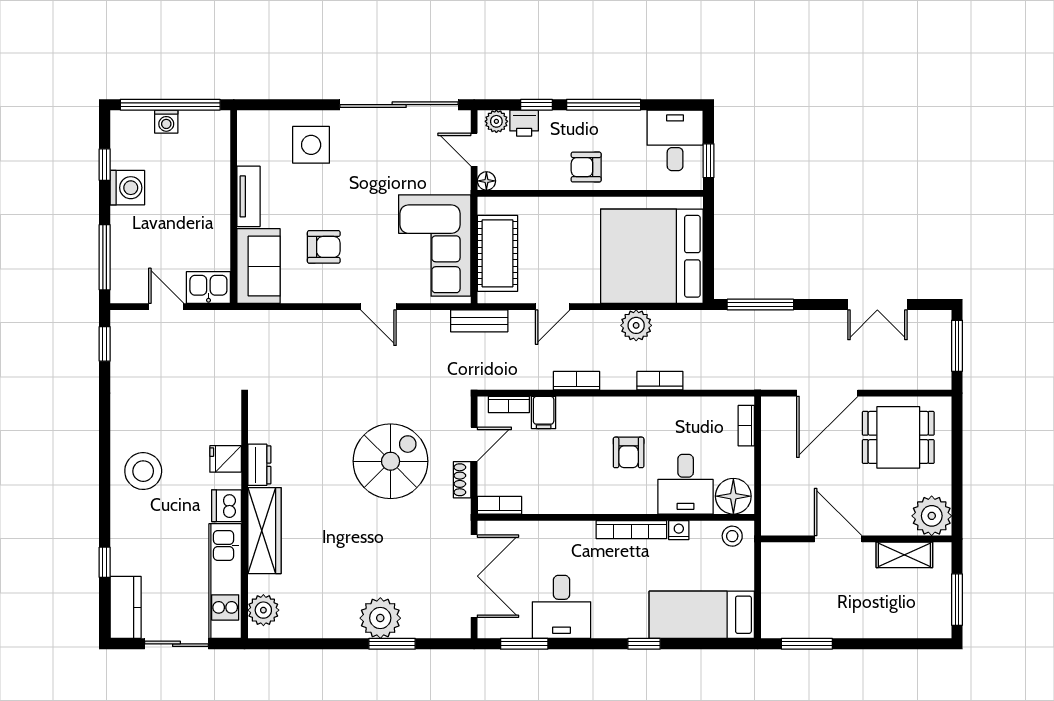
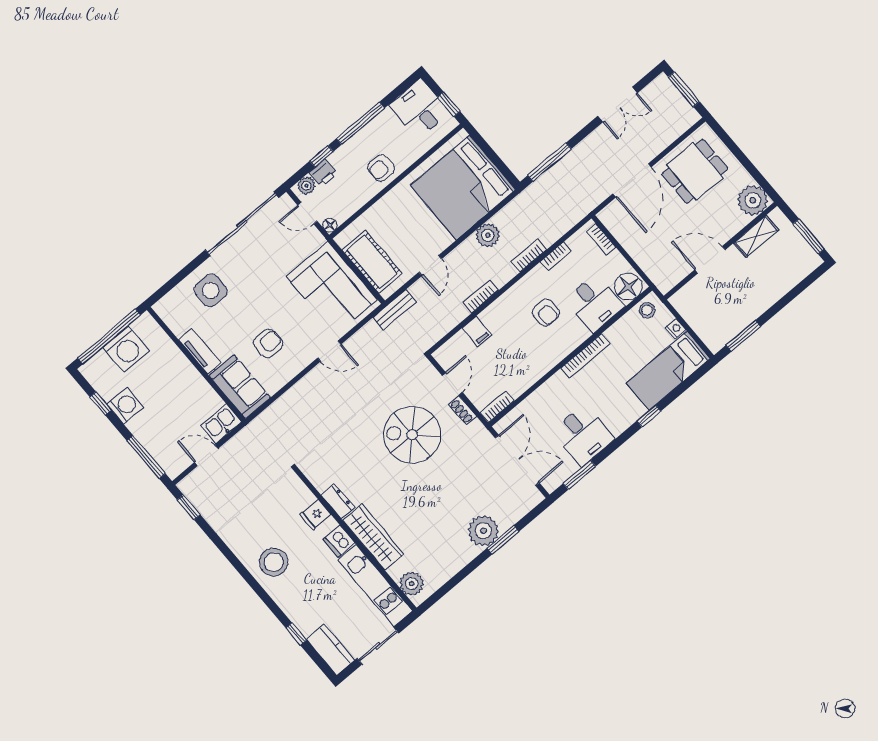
washing machine: (166, 122) -> (126, 349), width x1.89, depth x1.89
bookcase: (509, 405) -> (556, 256), moved
spiral stairs: (391, 461) -> (412, 435), turned -90
nightstand: (679, 530) -> (675, 329), moved, turned 90

